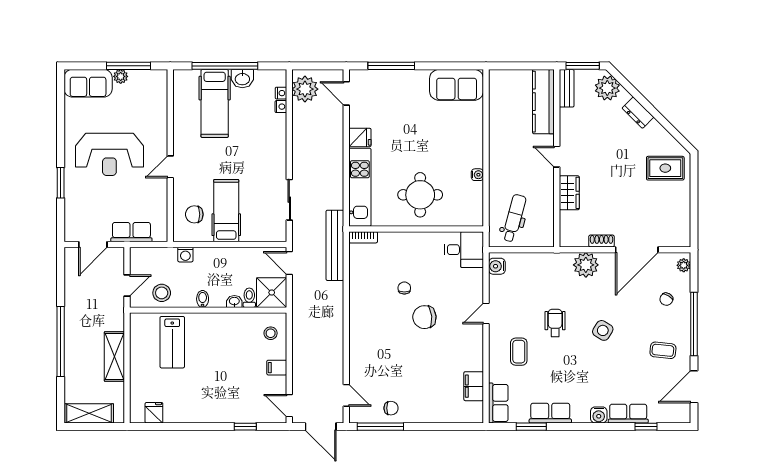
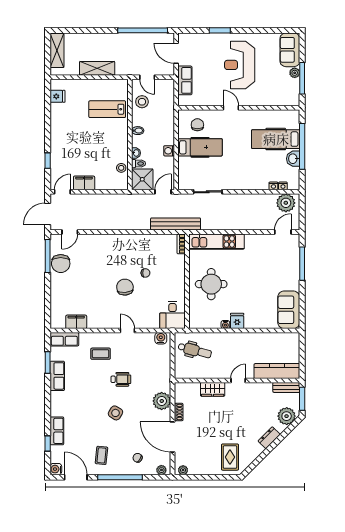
fridge: (360, 137) -> (237, 321), moved, turned 180
plant: (684, 235) -> (183, 470), added
washing machine: (185, 255) -> (169, 151), moved
stool: (271, 333) -> (121, 168), moved
window: (61, 341) -> (143, 30), moved
filing cabinet: (277, 368) -> (84, 183), width x2.00
chair: (391, 408) -> (61, 264), width x1.87, depth x1.87
water cooler: (599, 415) -> (56, 469), moved

